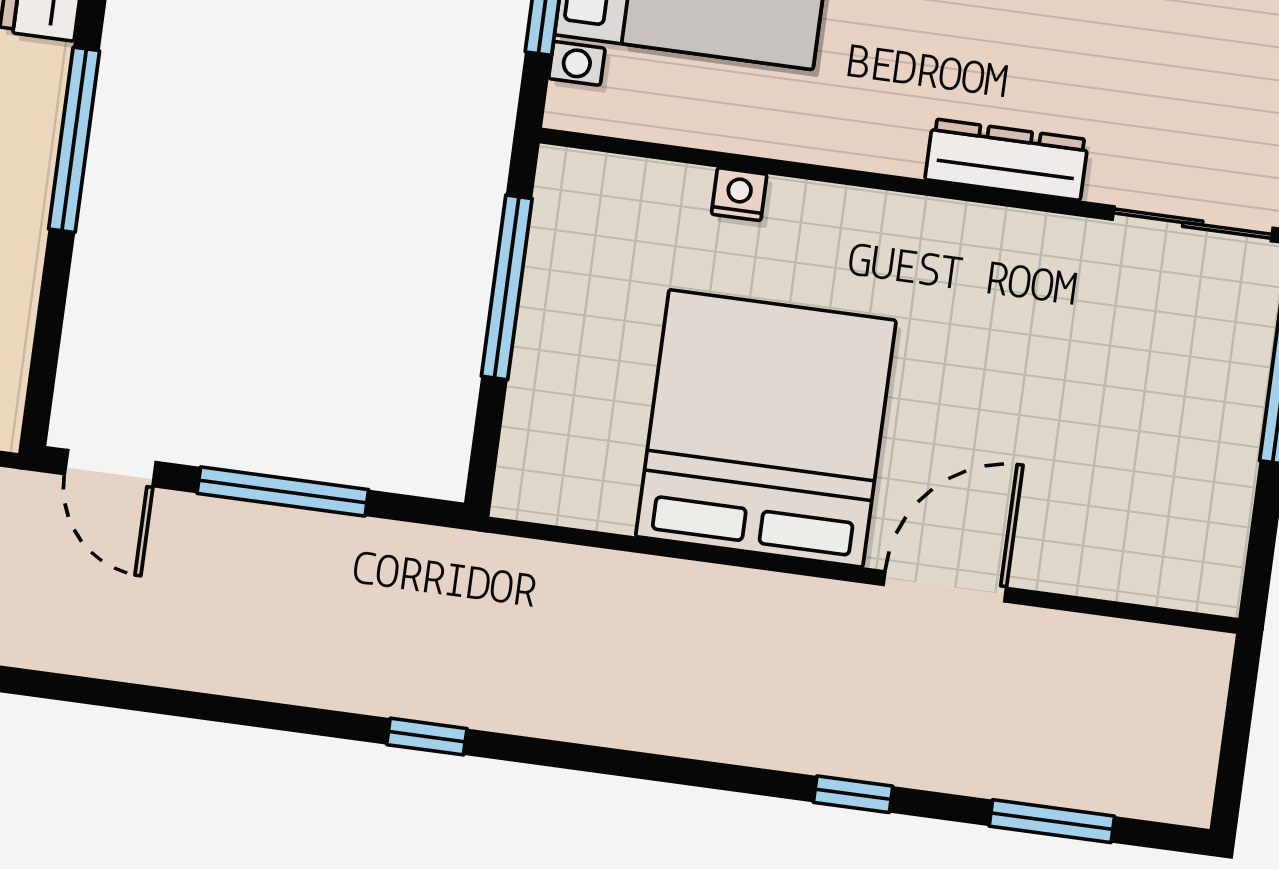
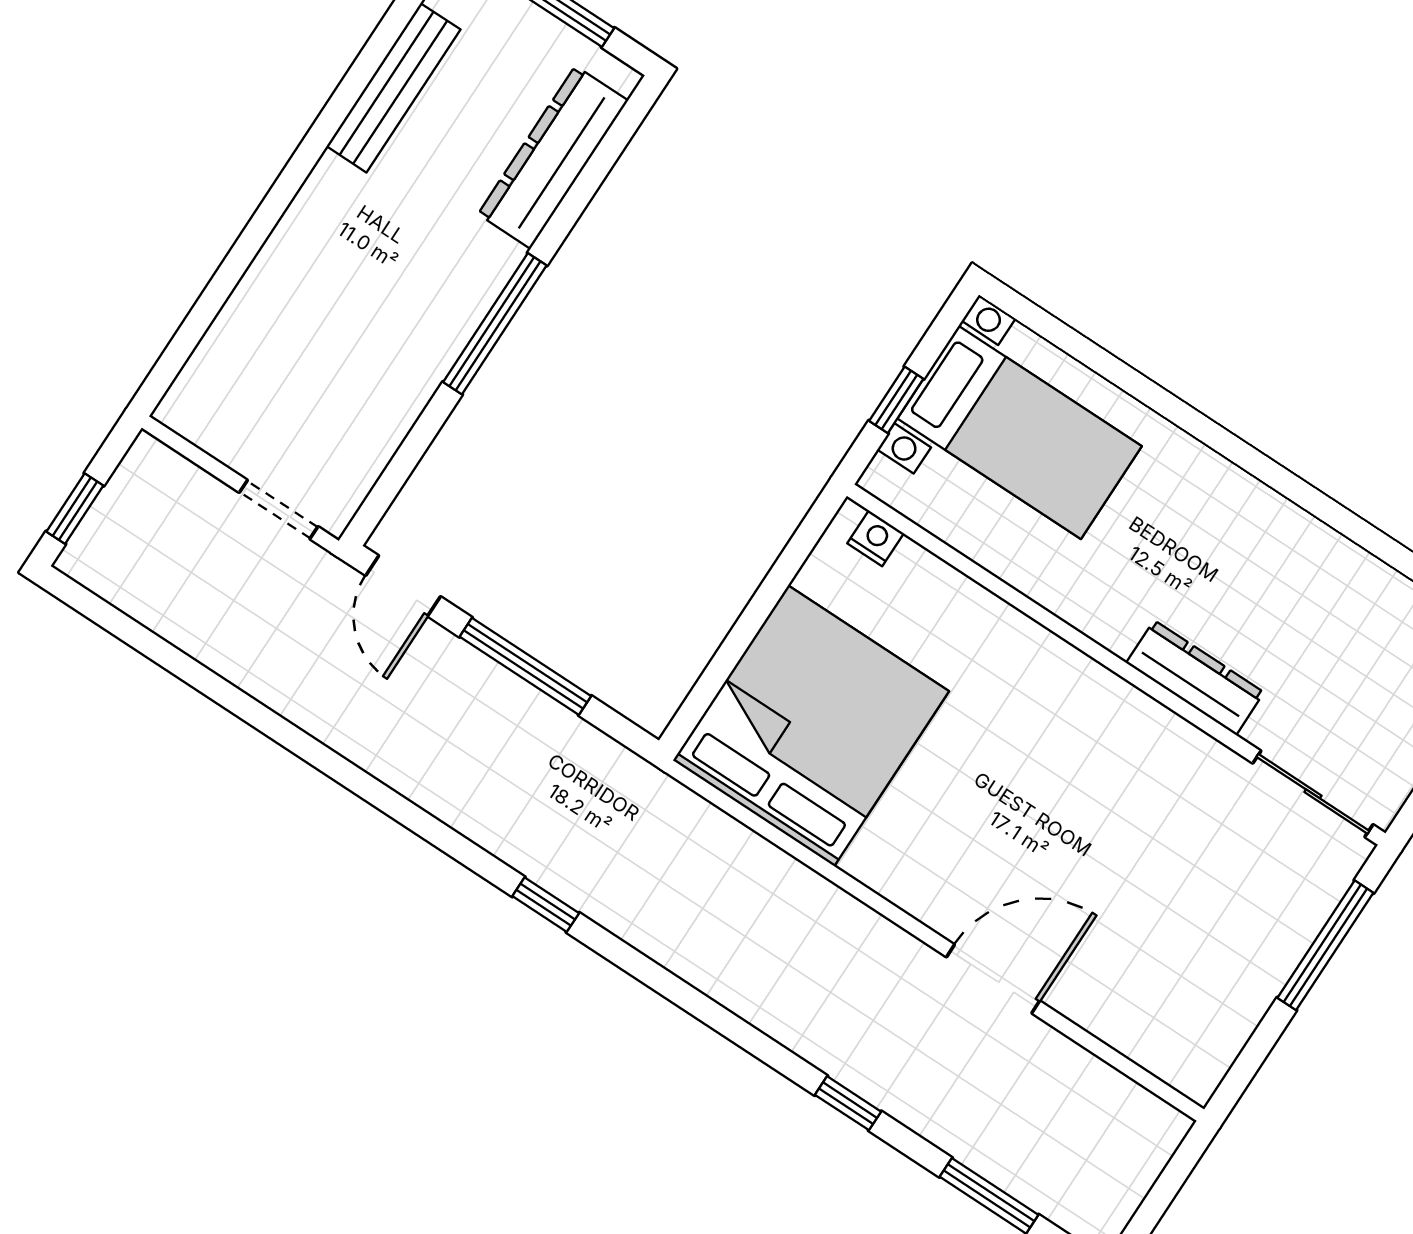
nightstand: (739, 194) -> (876, 538), moved
window: (507, 287) -> (769, 593), removed
bed: (766, 428) -> (811, 726), moved

